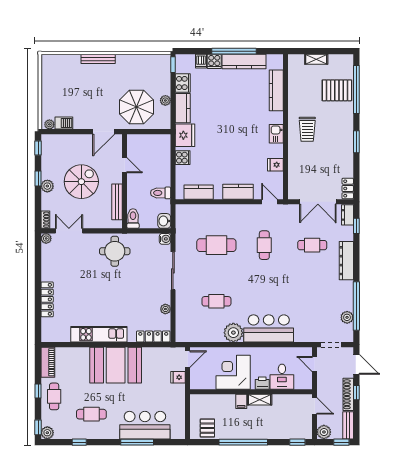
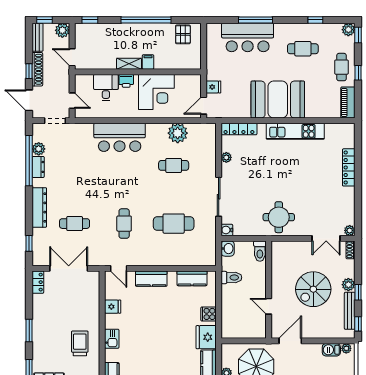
bench: (117, 202) -> (350, 311), moved
dresser: (347, 215) -> (38, 167), moved
plant: (233, 333) -> (178, 133), moved

